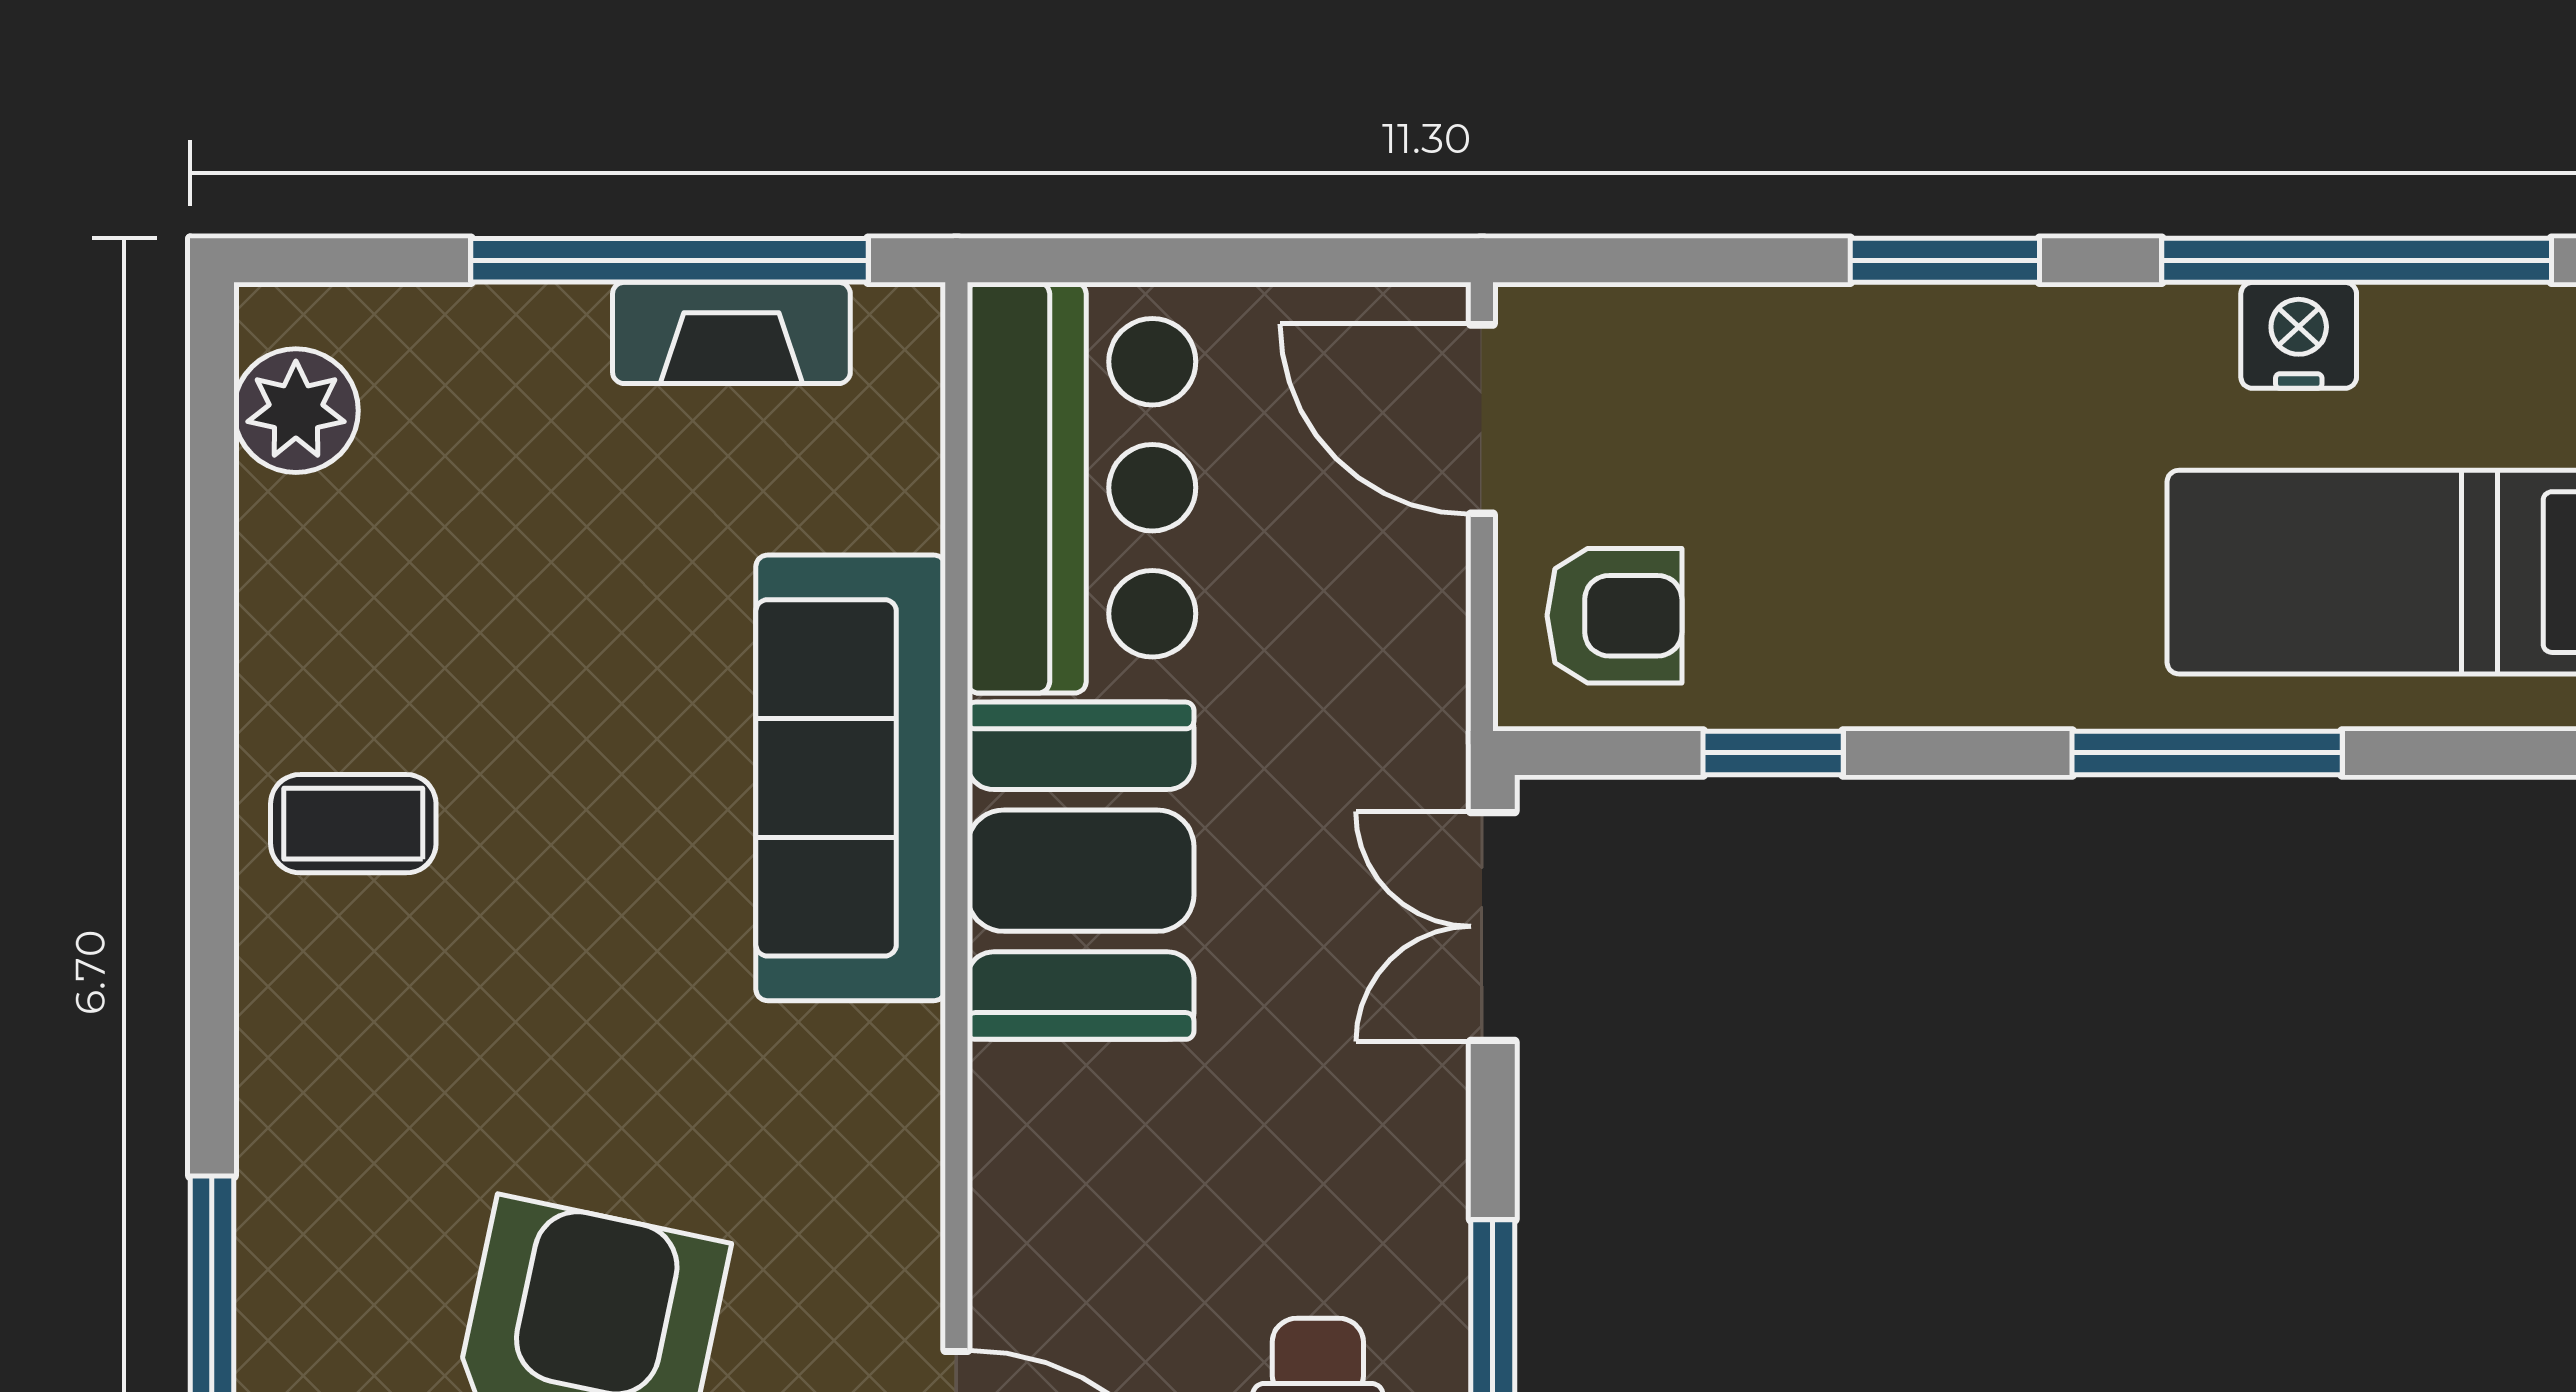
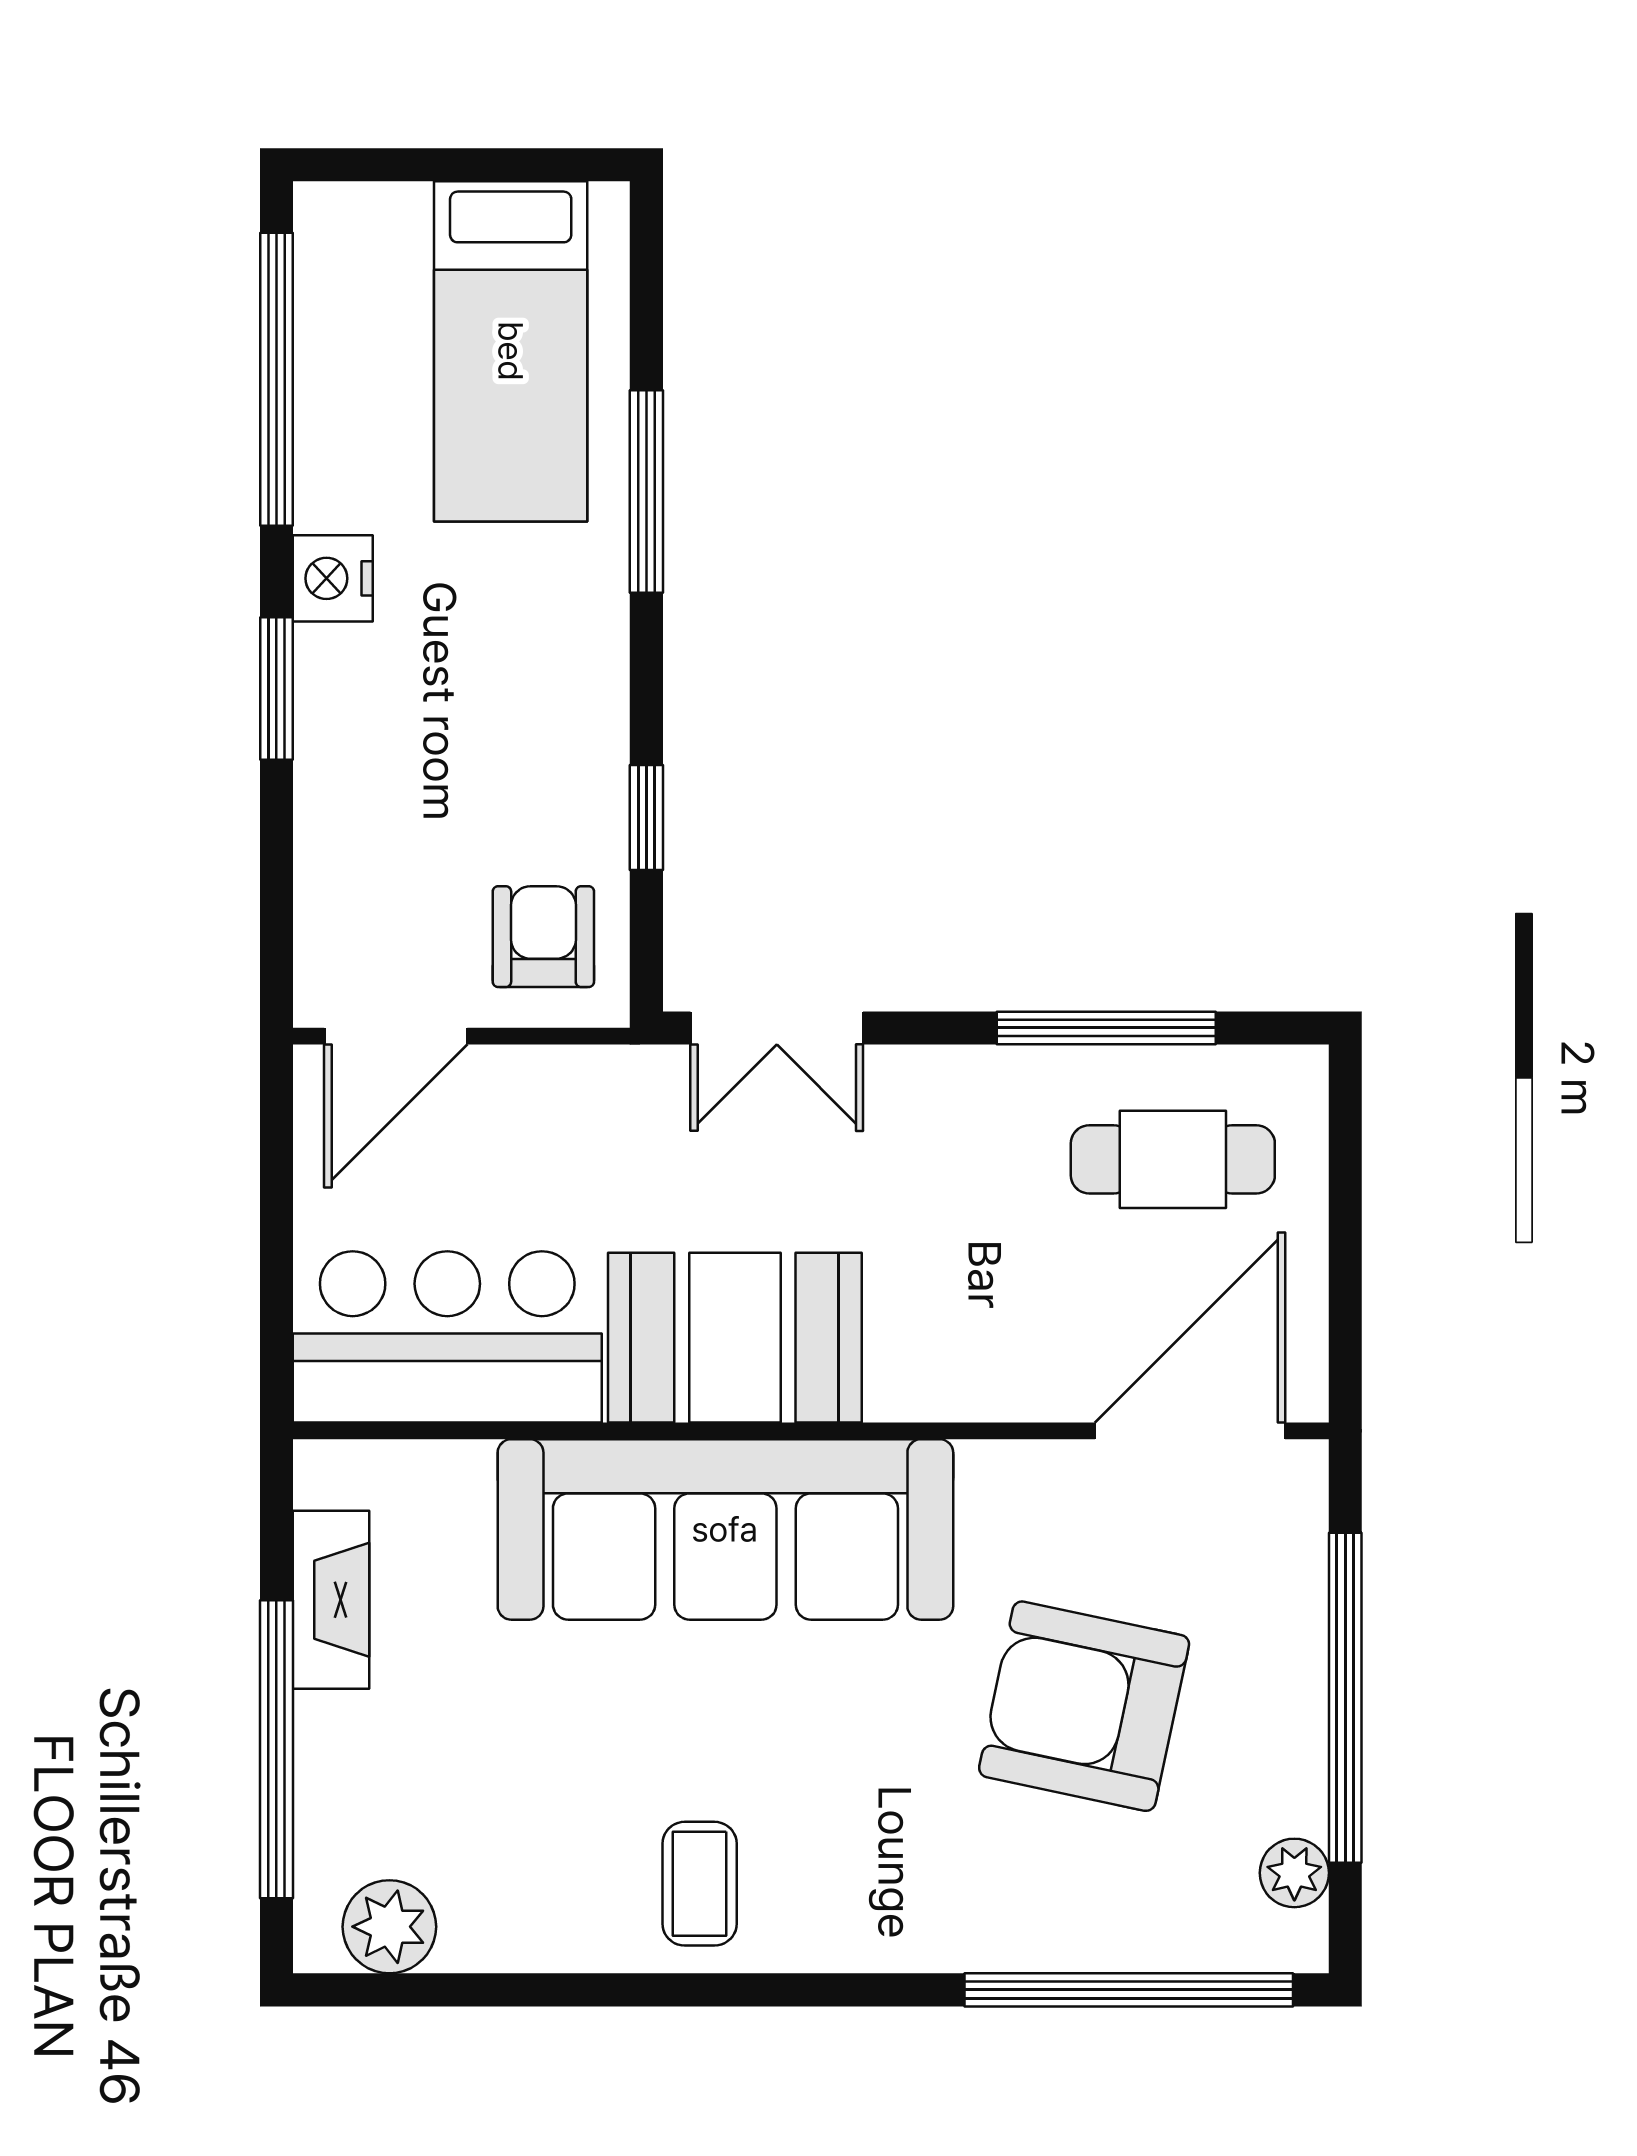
window: (669, 260) -> (276, 1749), moved
nightstand: (2299, 335) -> (333, 578), moved
sofa: (851, 778) -> (725, 1529), width x1.36, depth x1.27

